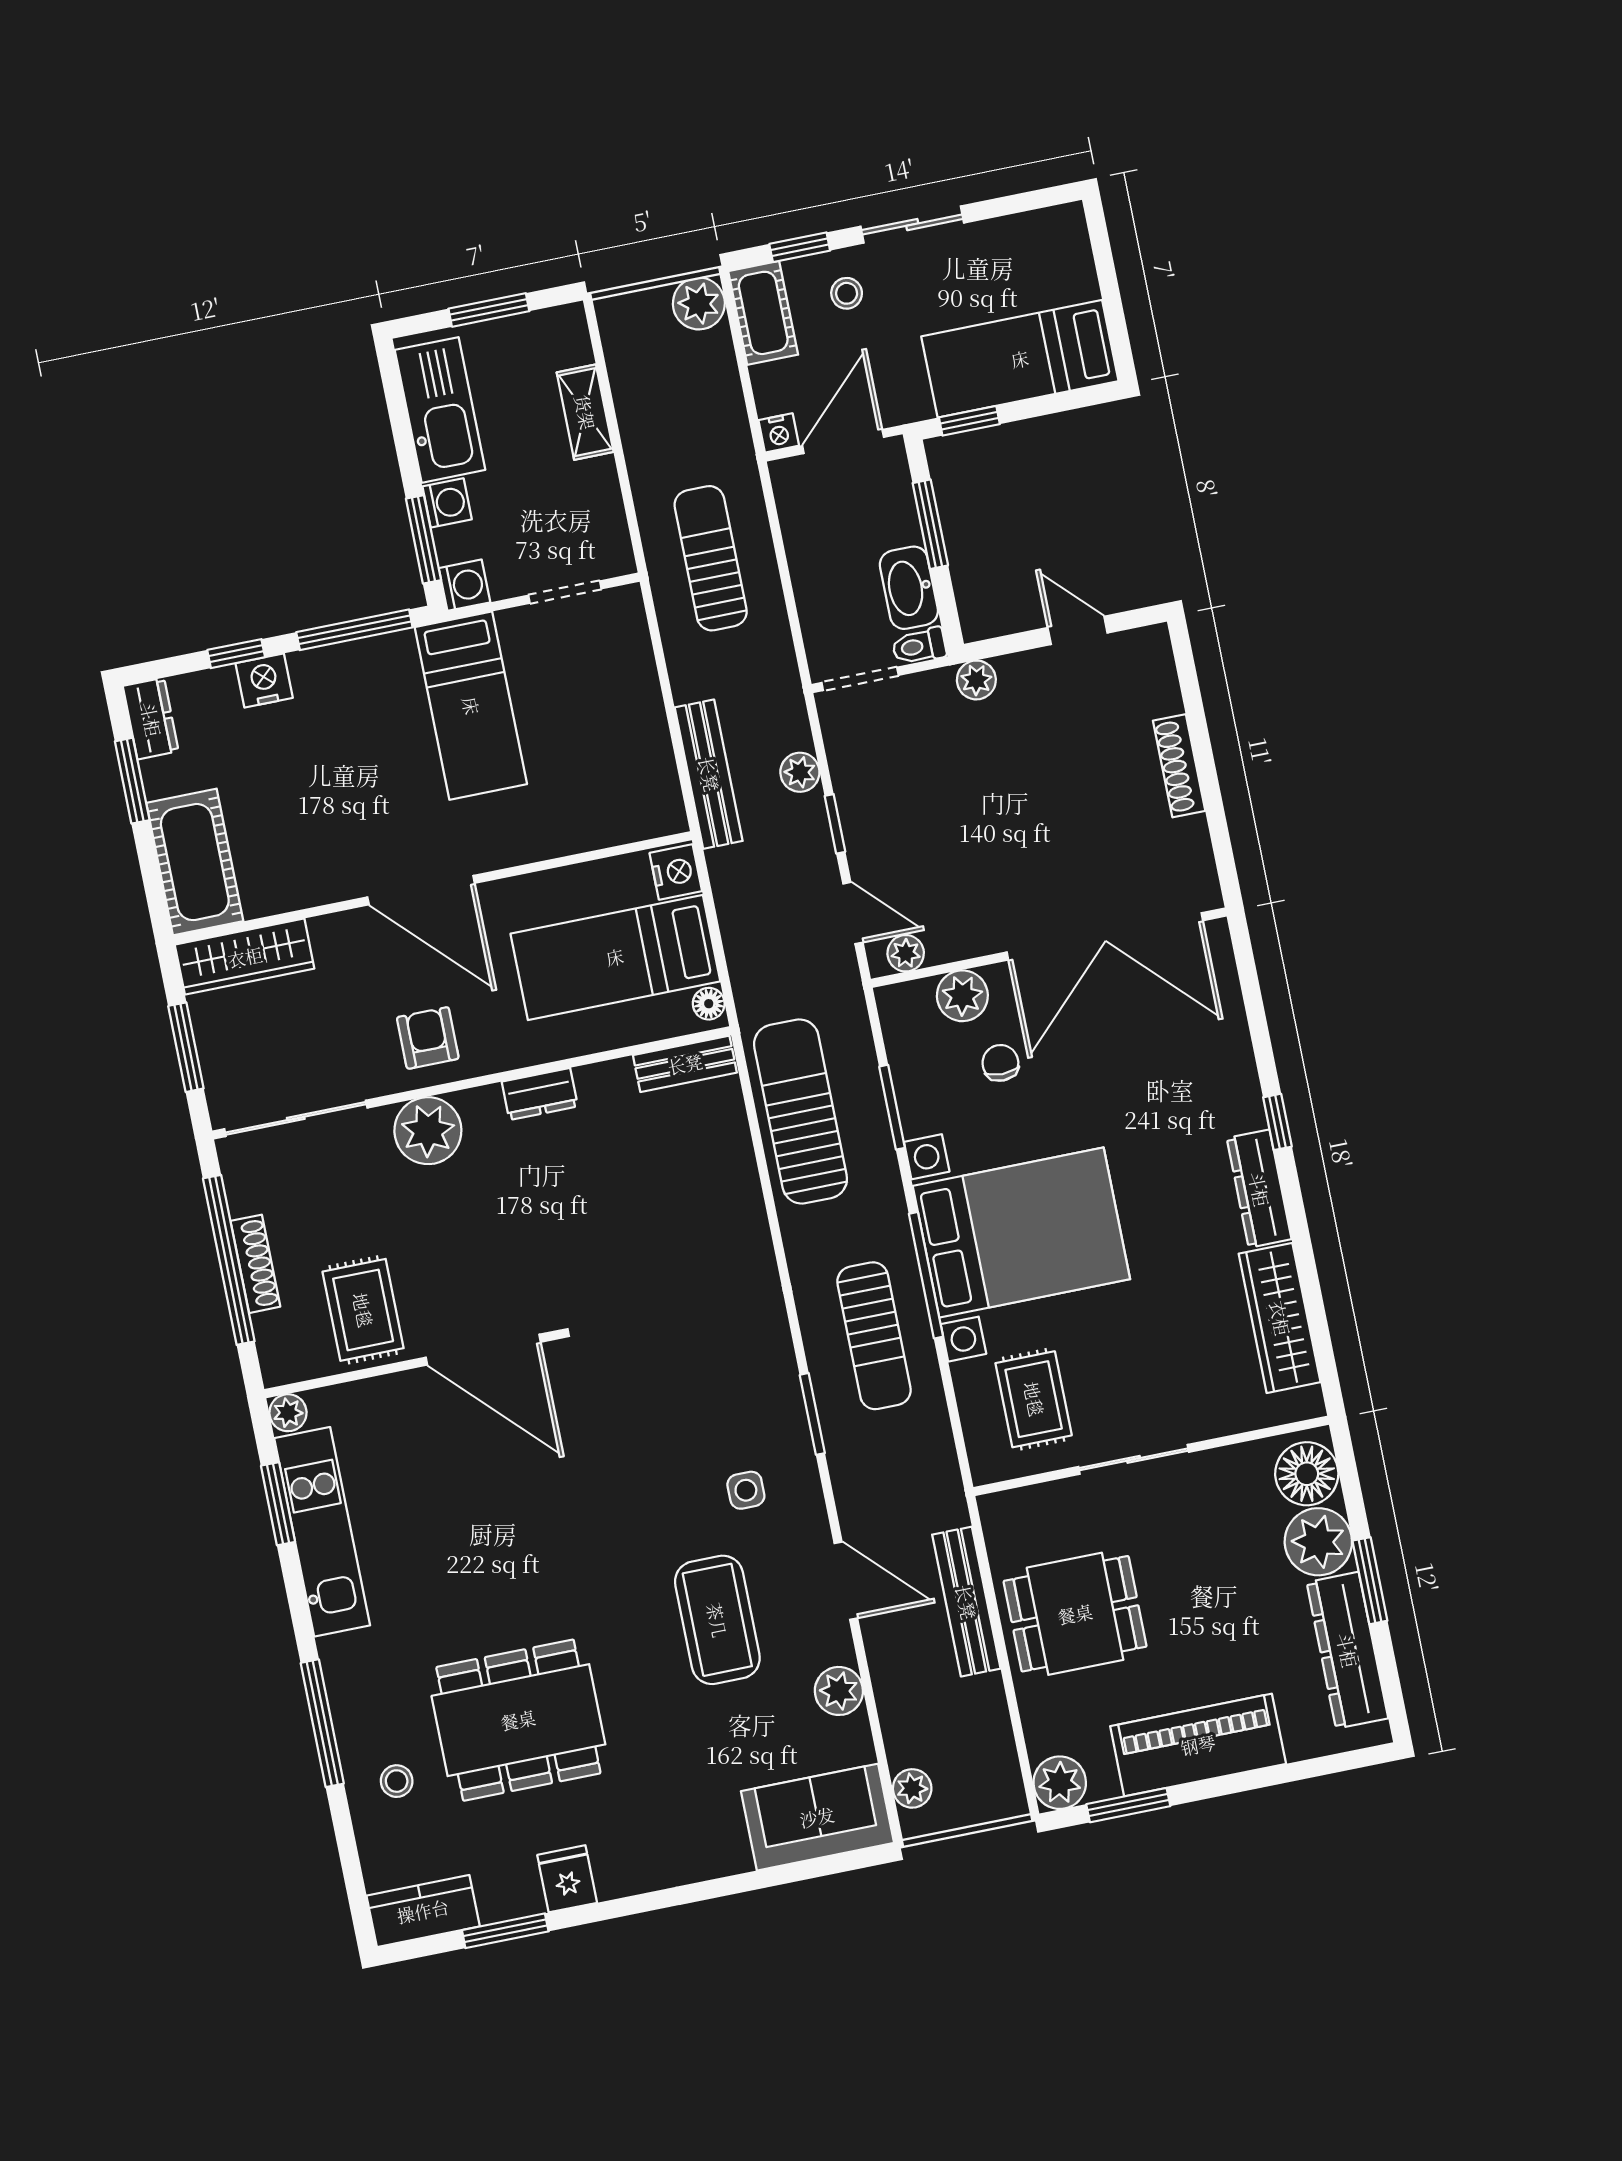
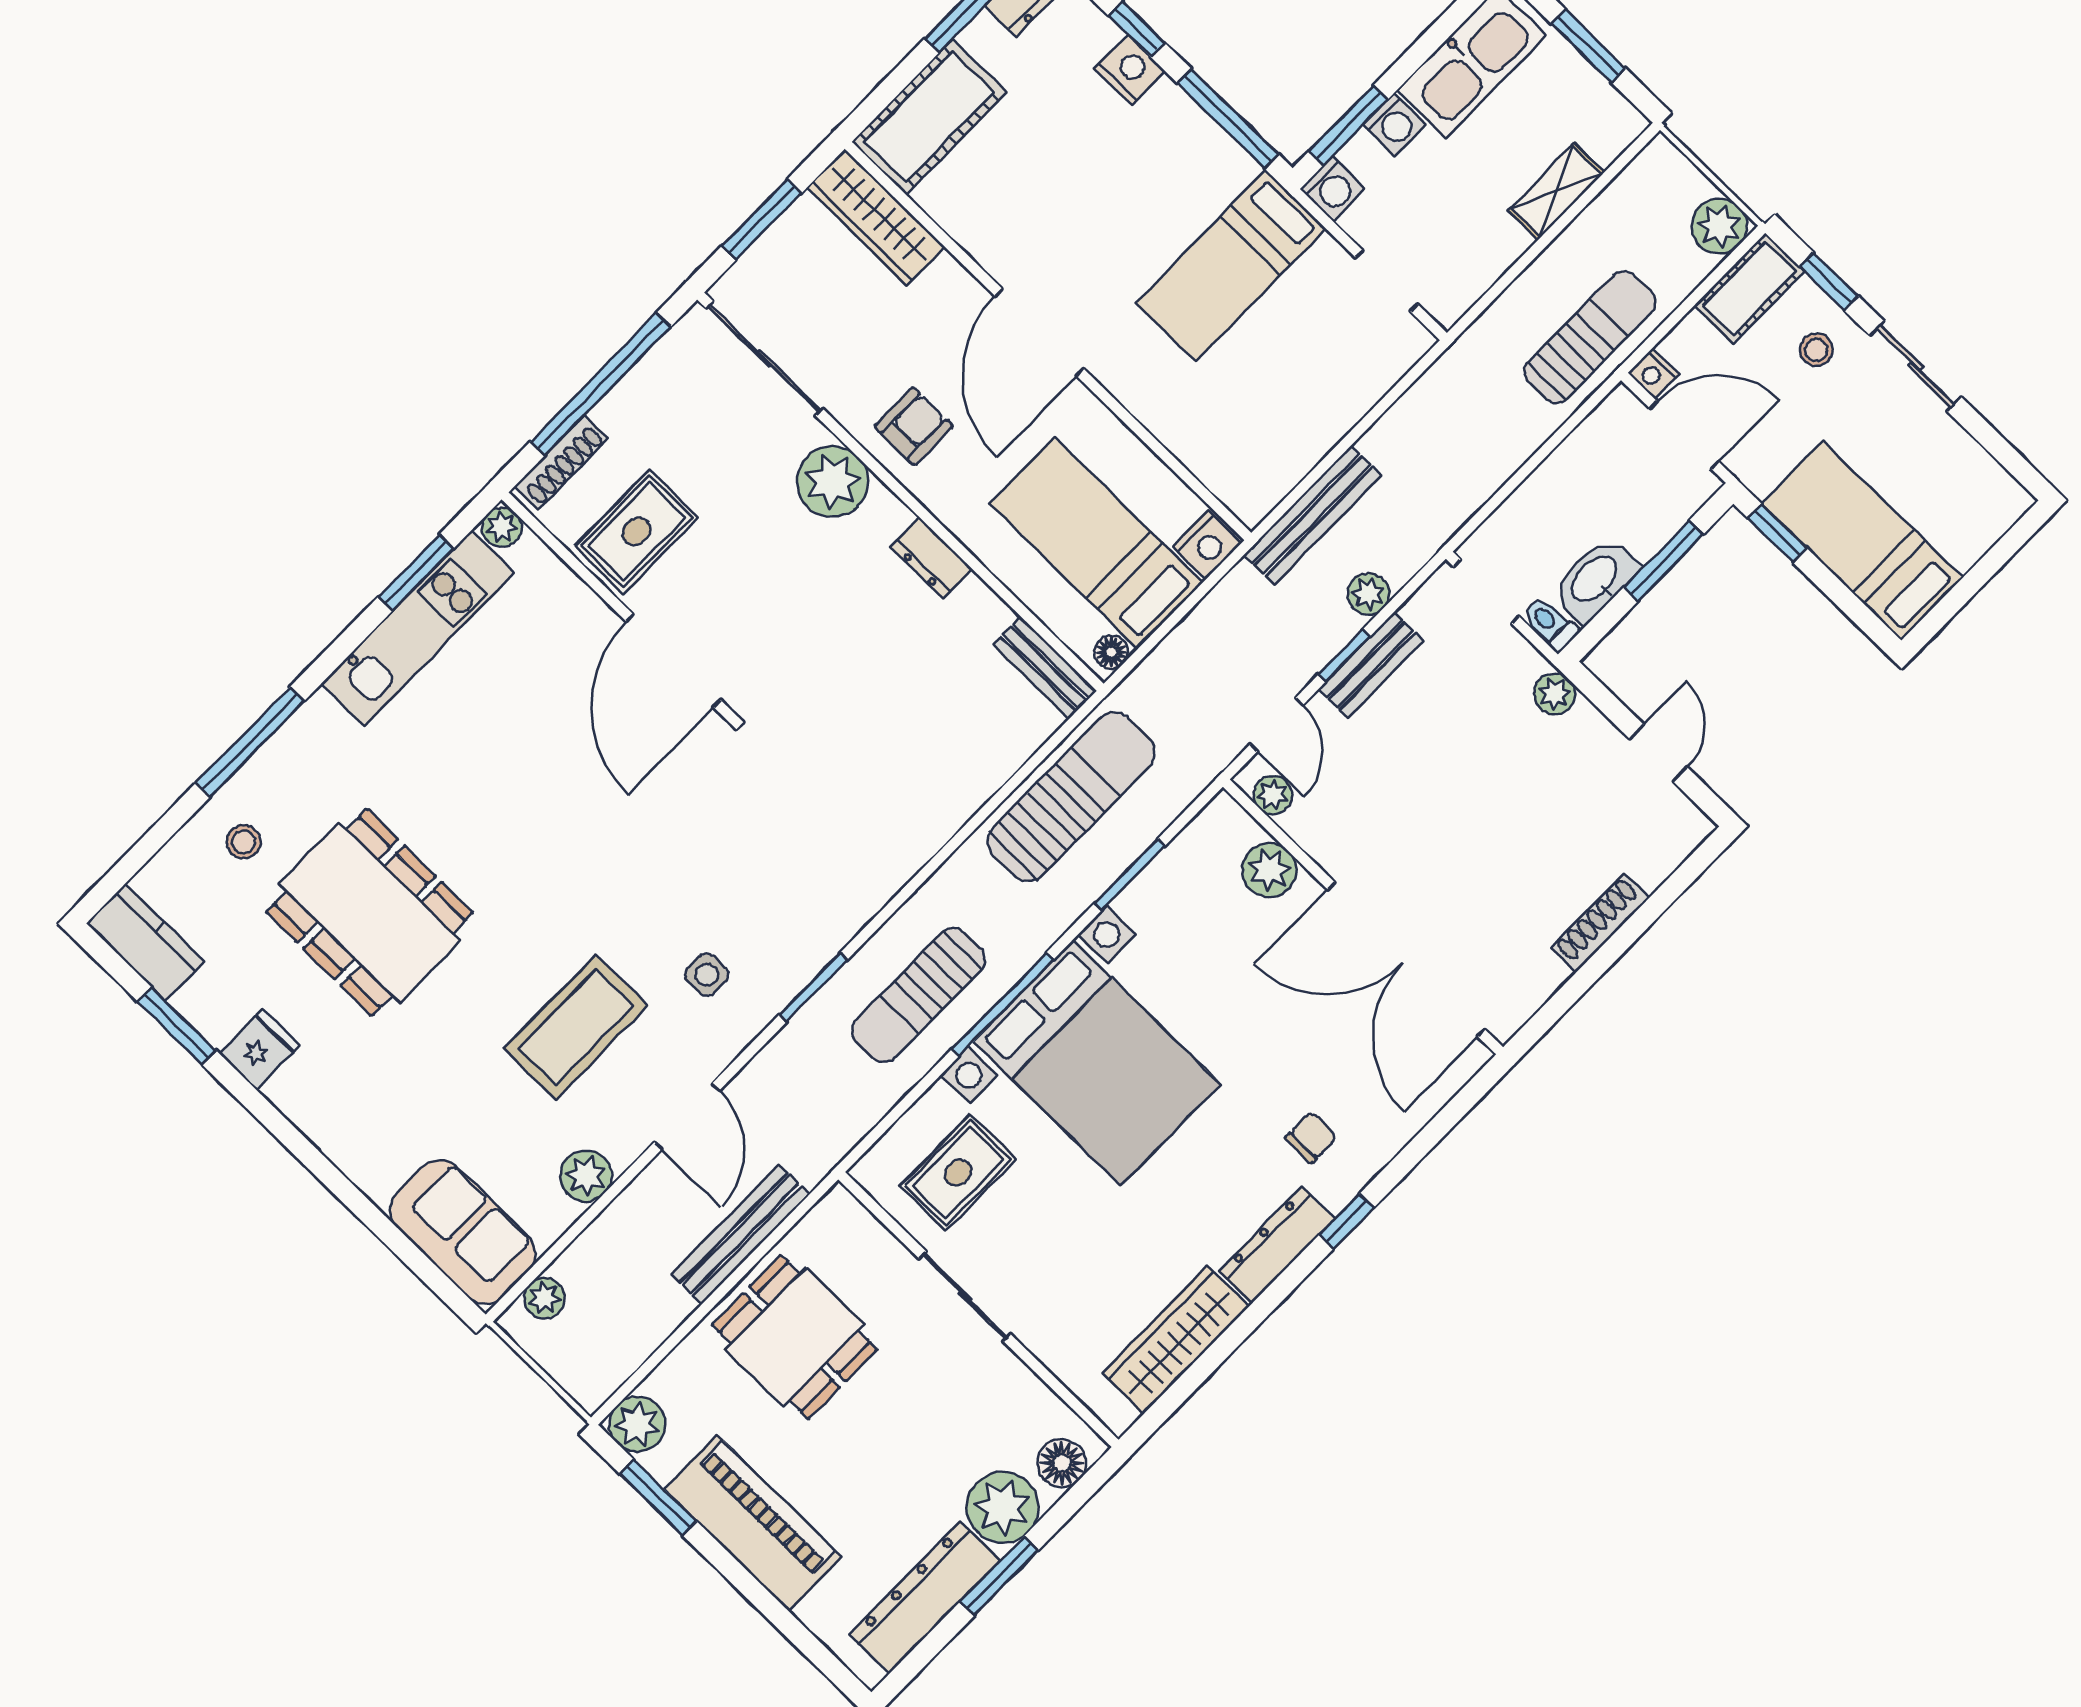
sun lounger: (711, 558) -> (1590, 337), moved
bench: (856, 808) -> (1371, 665), added
chair: (1000, 1063) -> (1311, 1137), moved
shoe rack: (255, 1264) -> (561, 462), moved
floor lamp: (1307, 1474) -> (1062, 1463), width x0.73, depth x0.73

